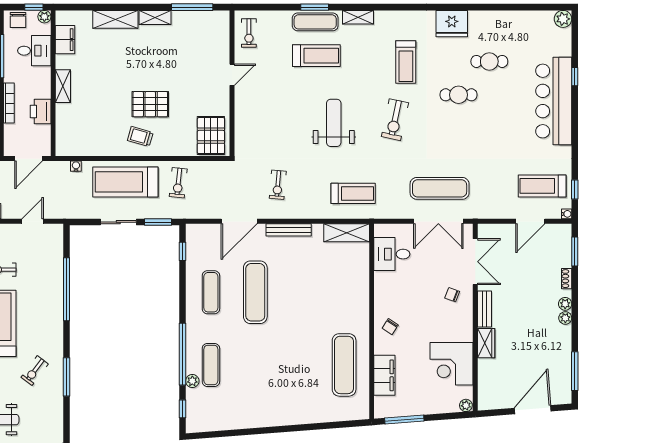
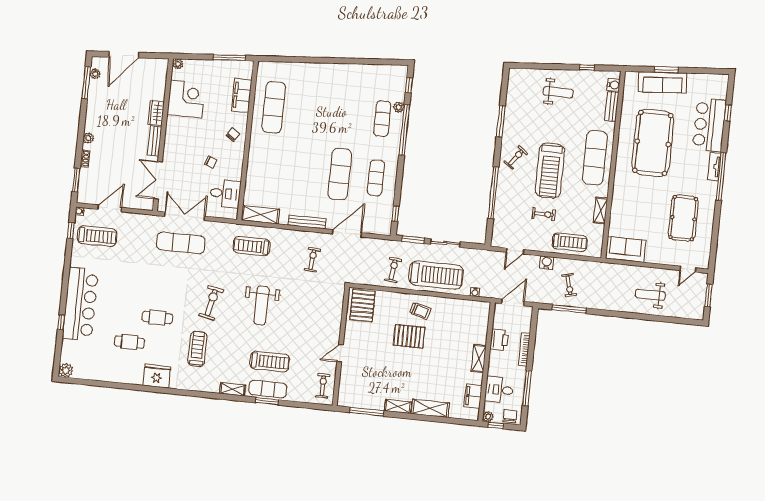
treadmill: (316, 56) -> (270, 362), turned 180
chair: (452, 295) -> (211, 162), moved
plant: (565, 318) -> (95, 74), moved
exercise bike: (35, 371) -> (516, 158), moved

